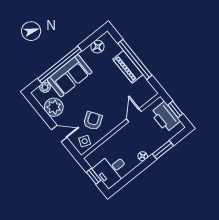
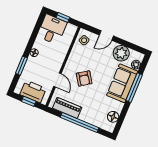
window: (60, 65) -> (134, 88), width x0.68
piano: (128, 67) -> (67, 108), moved
armchair: (93, 121) -> (84, 78), moved

